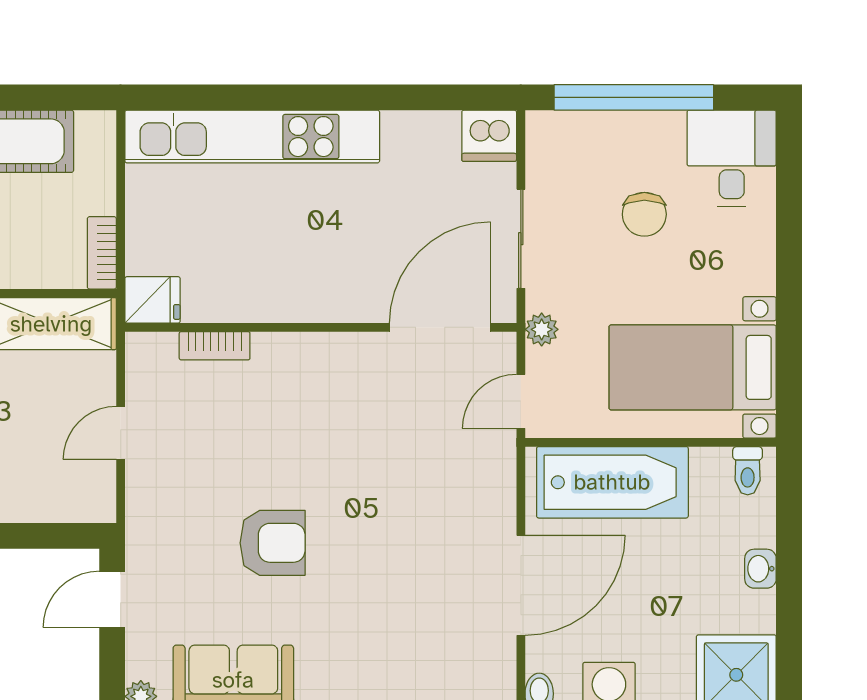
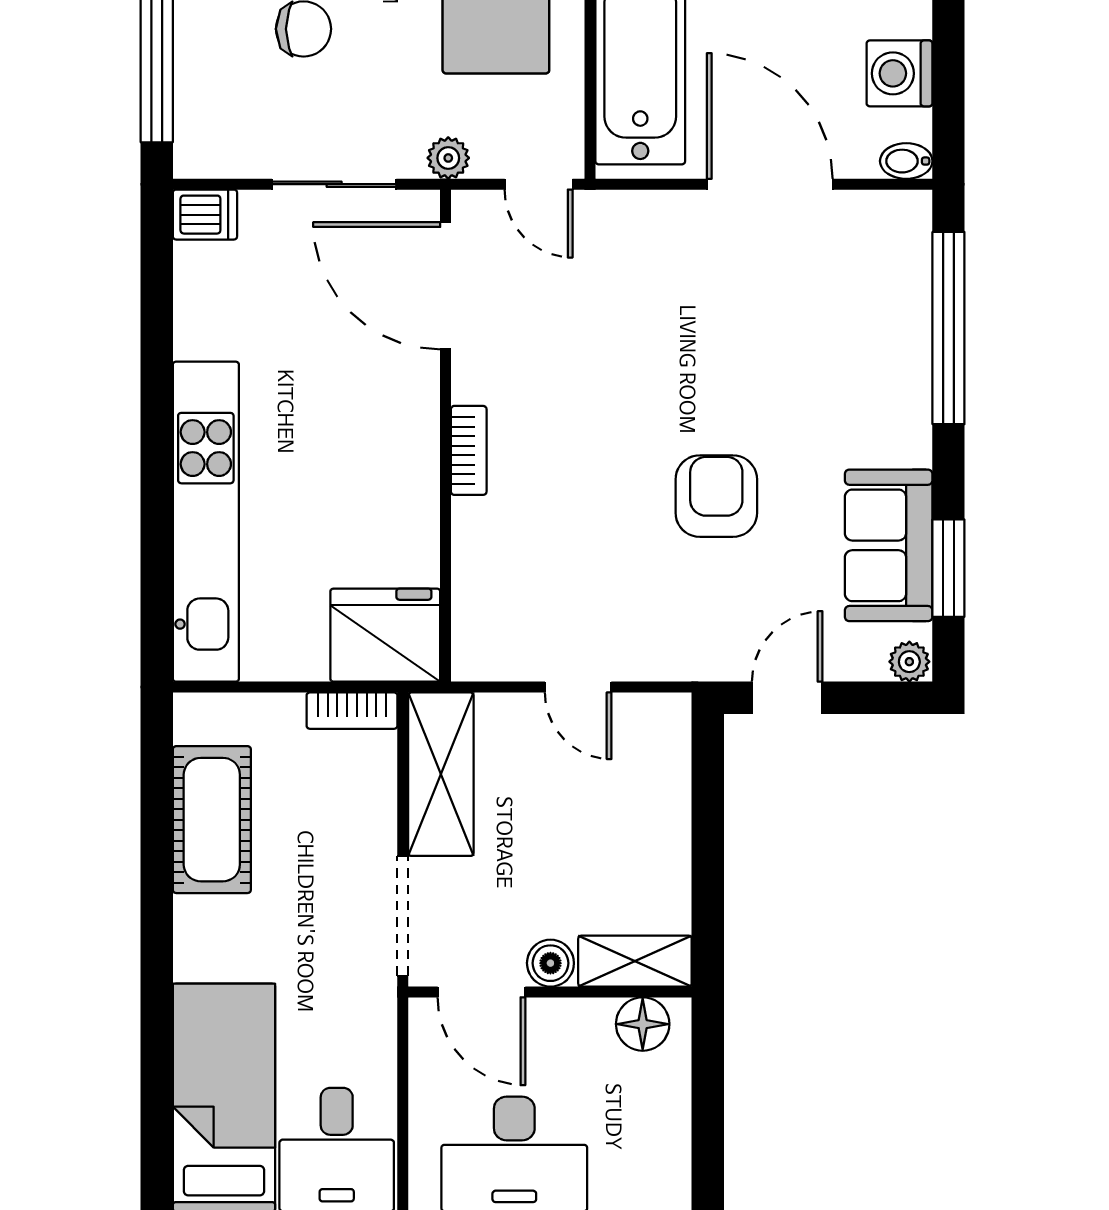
dishwasher: (489, 136) -> (205, 215), width x0.73
fridge: (153, 300) -> (385, 635), width x1.88, depth x1.34
bookcase: (215, 346) -> (469, 450), moved
door: (112, 599) -> (787, 698), swing flipped

